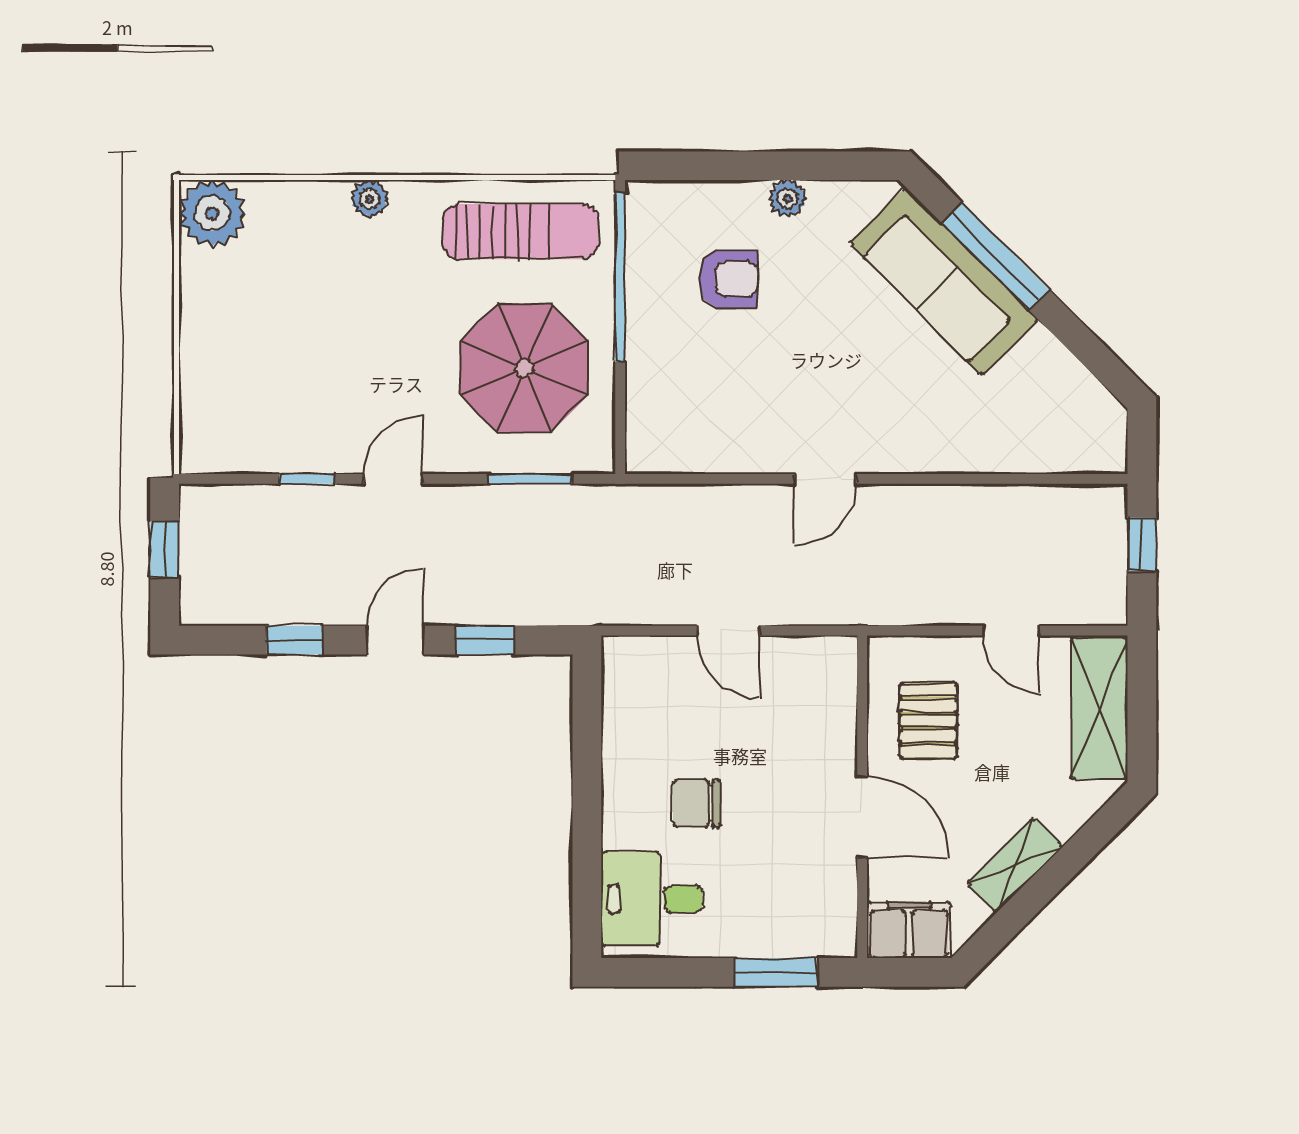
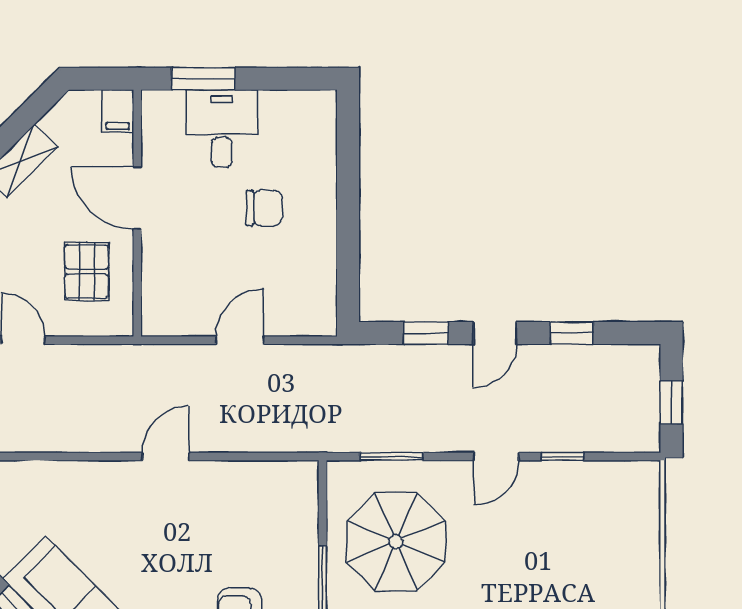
door: (728, 631) -> (240, 340), hinge flipped
desk: (652, 899) -> (222, 128), moved, turned -90
filing cabinet: (909, 930) -> (118, 111), width x0.50

